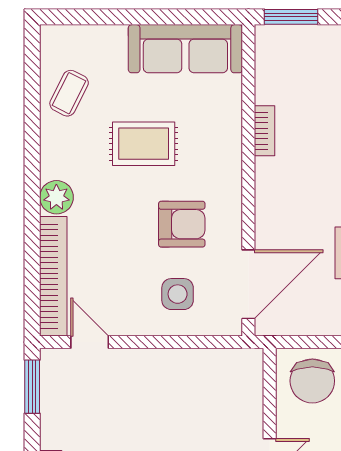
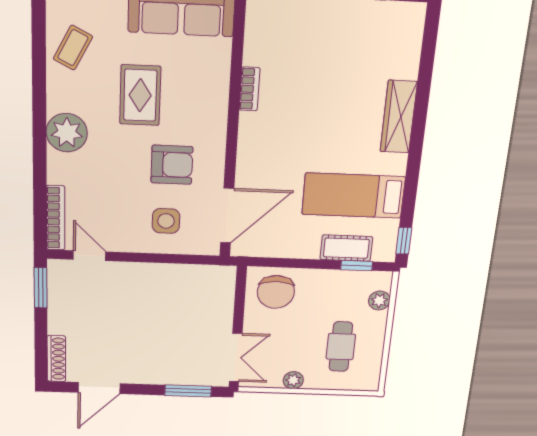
rug: (144, 144) -> (140, 95), turned 90
plant: (56, 197) -> (67, 133), width x1.36, depth x1.36
bookcase: (53, 276) -> (56, 218), width x0.68, depth x0.76

